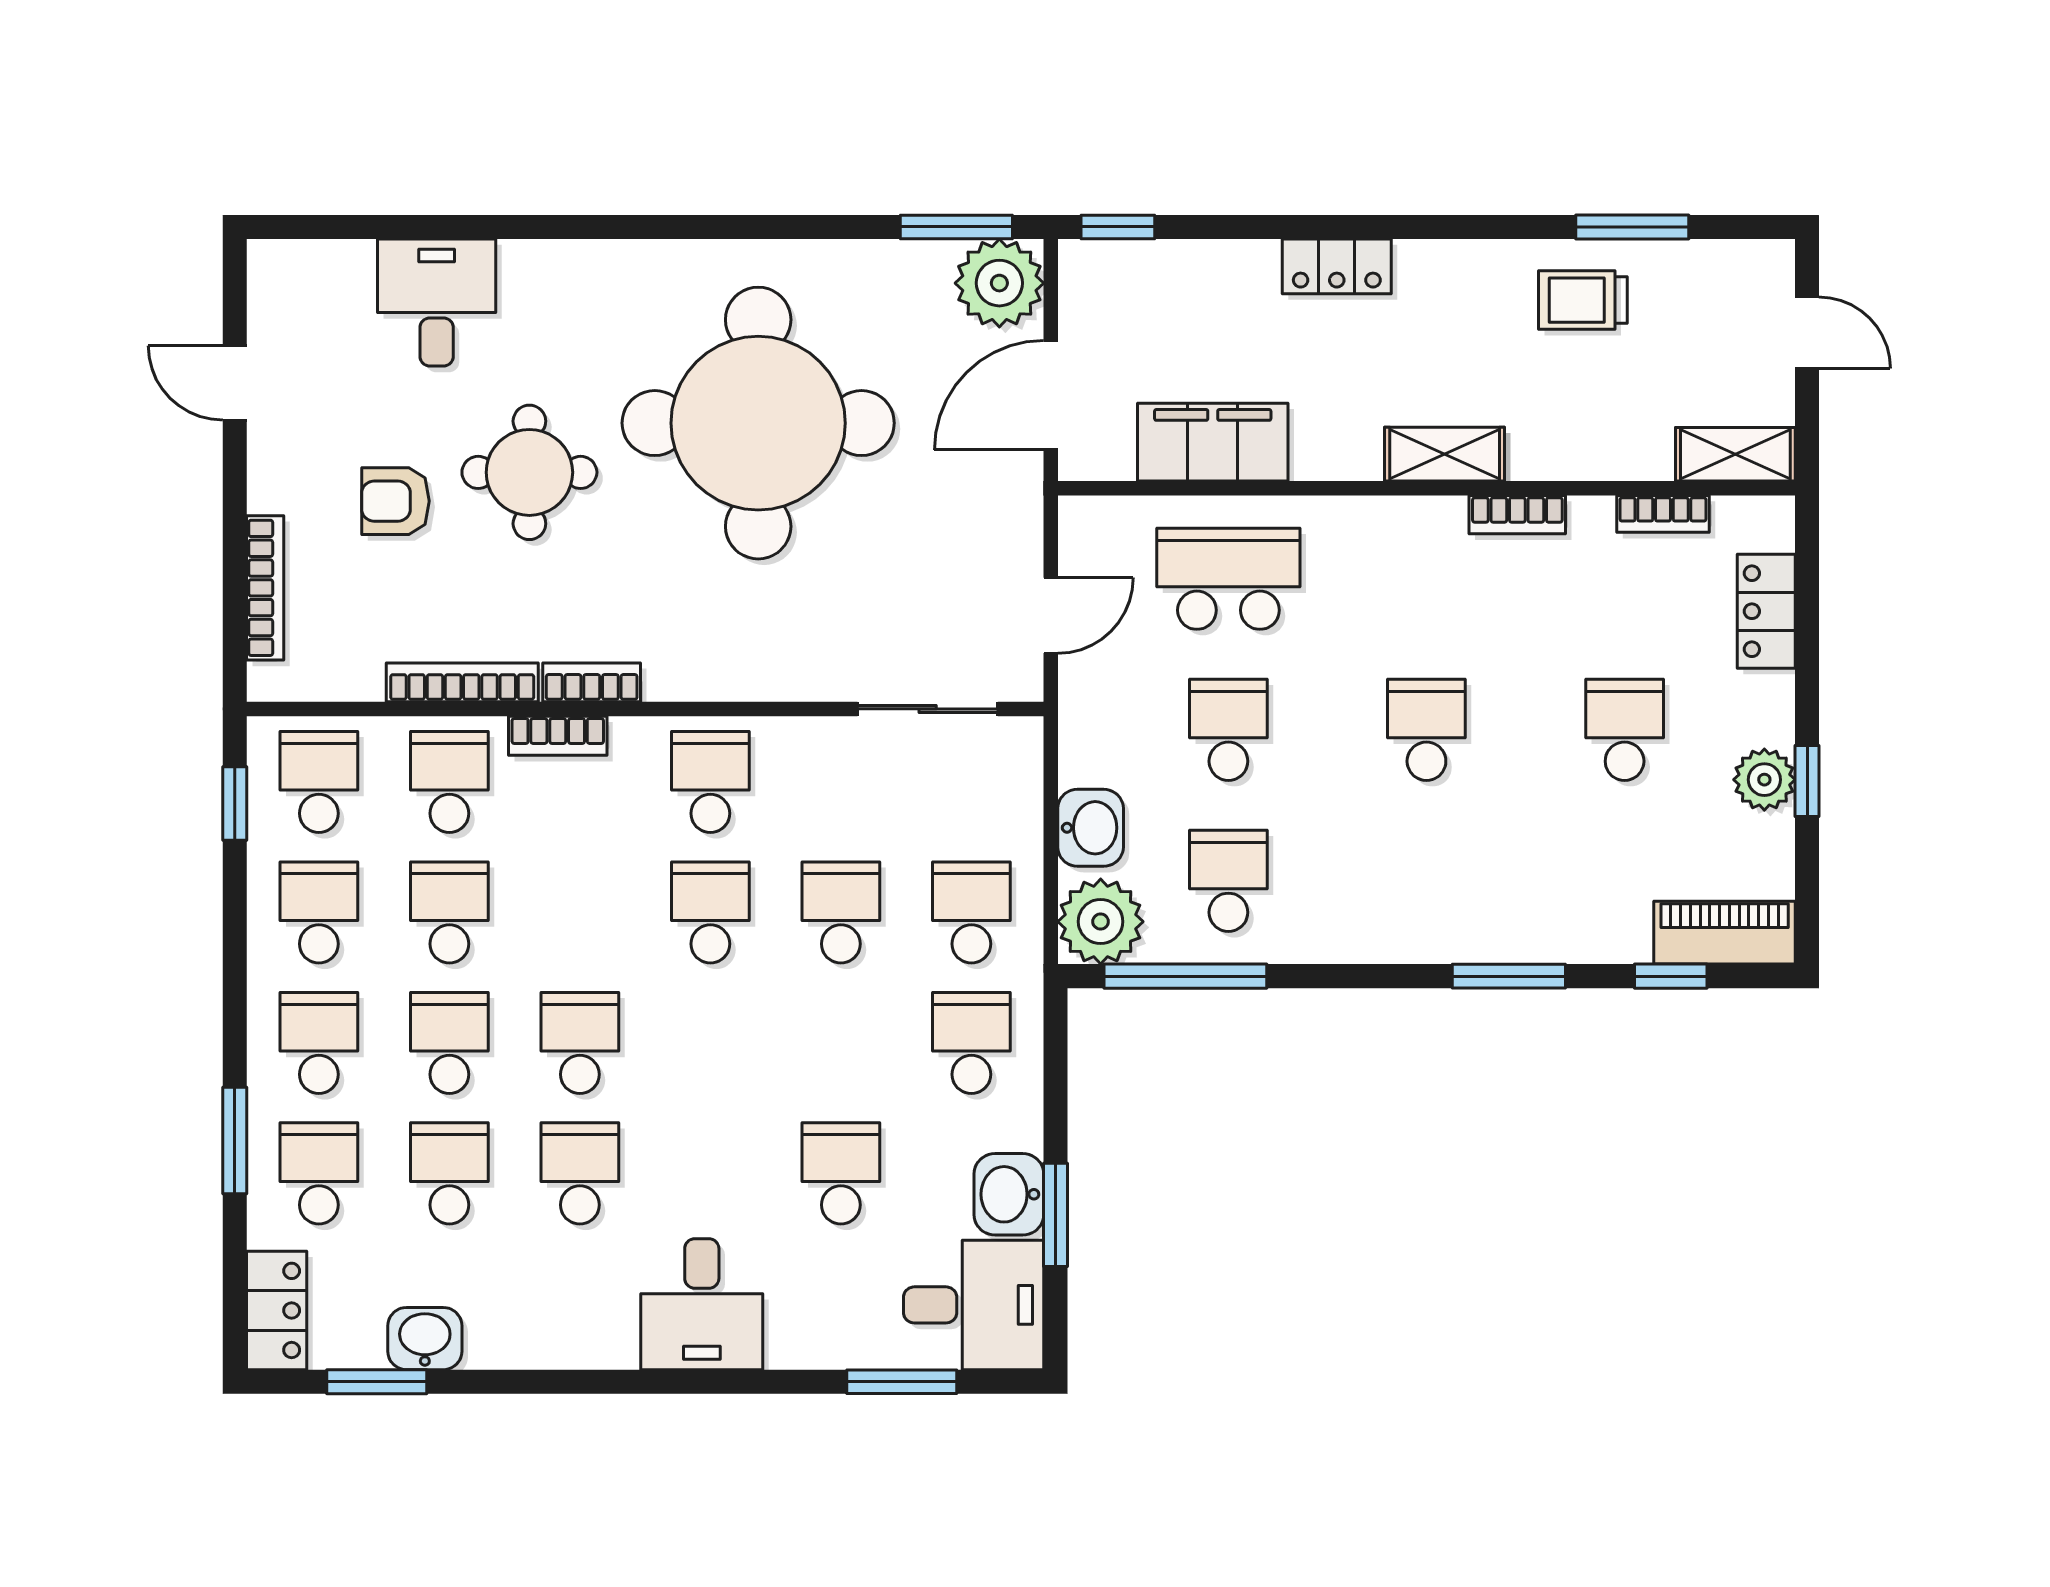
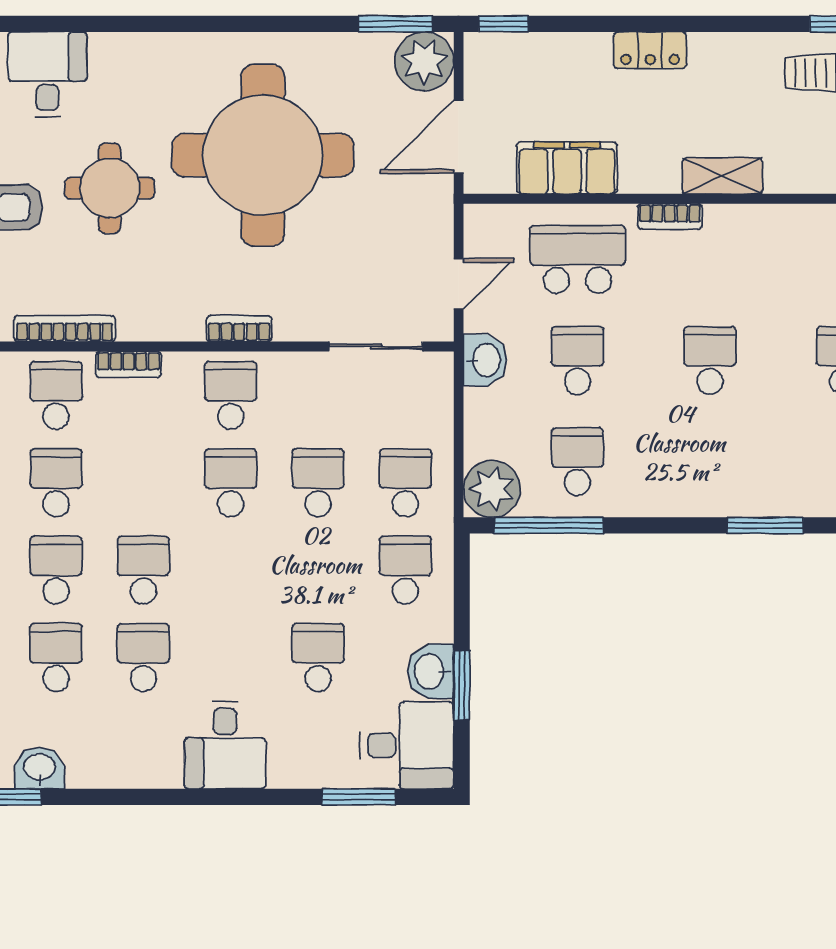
bookcase: (1517, 515) -> (670, 216), moved
bookcase: (592, 682) -> (239, 329), moved
washbasin: (1091, 828) -> (485, 360), moved

